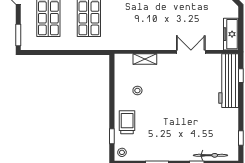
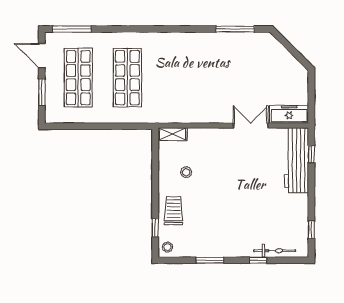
freezer: (231, 34) -> (289, 114), moved, turned 90
window: (18, 35) -> (42, 92), moved
shelving: (145, 59) -> (172, 134), moved

